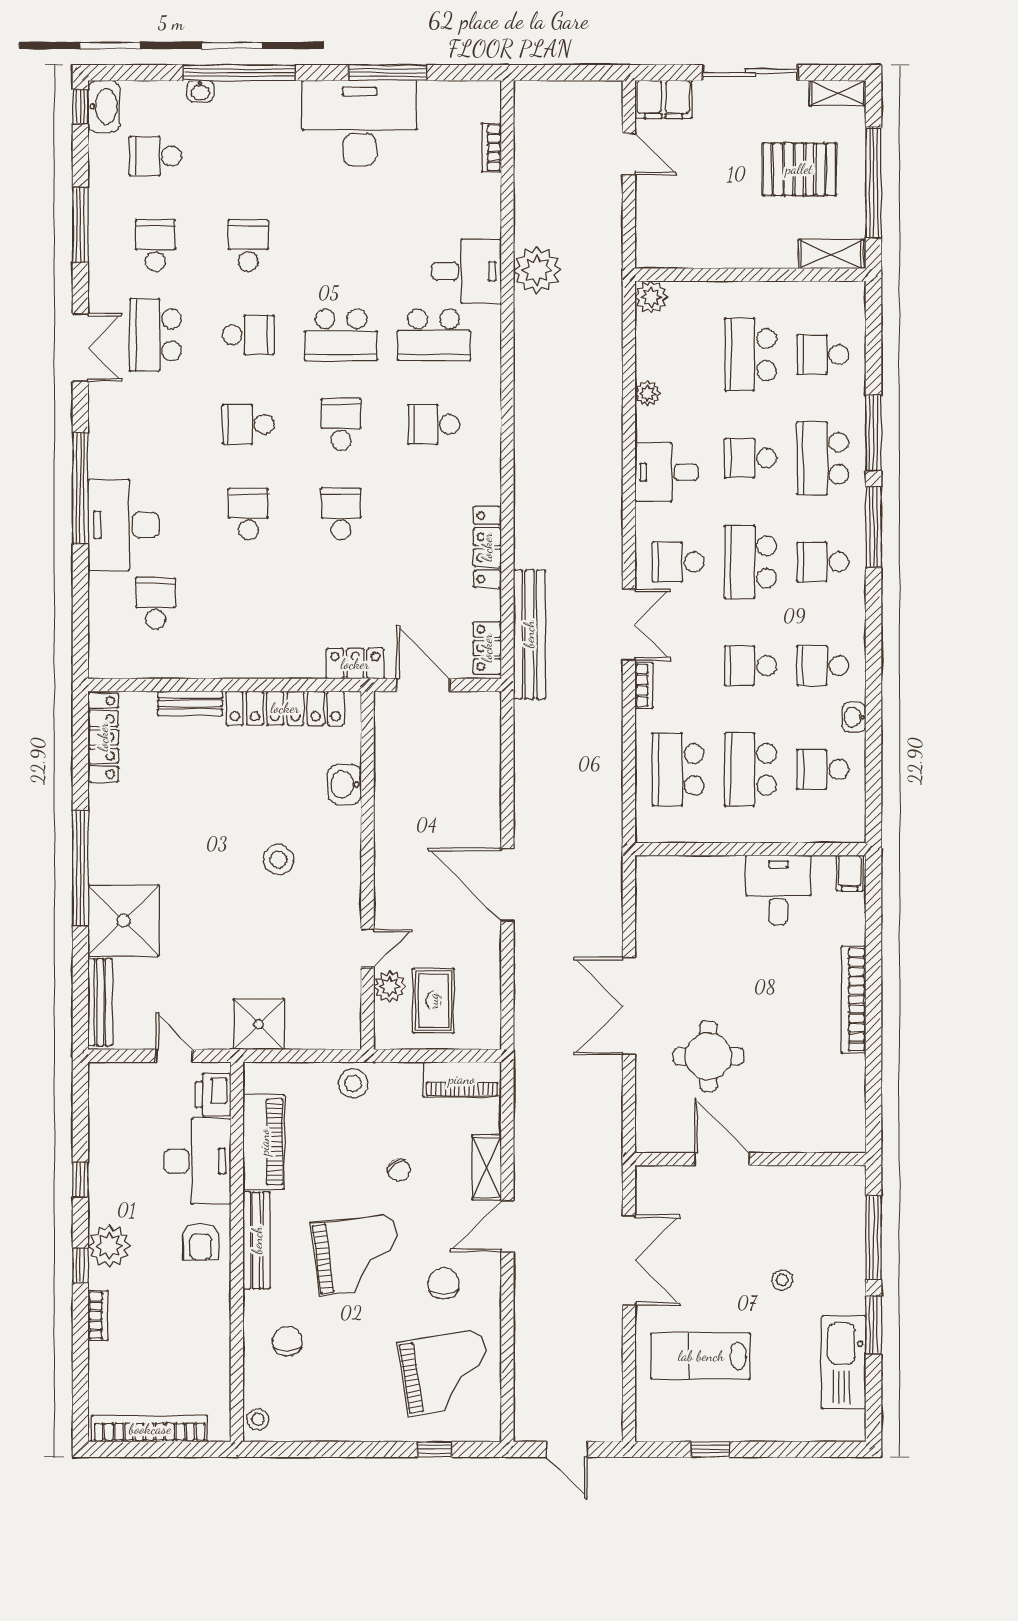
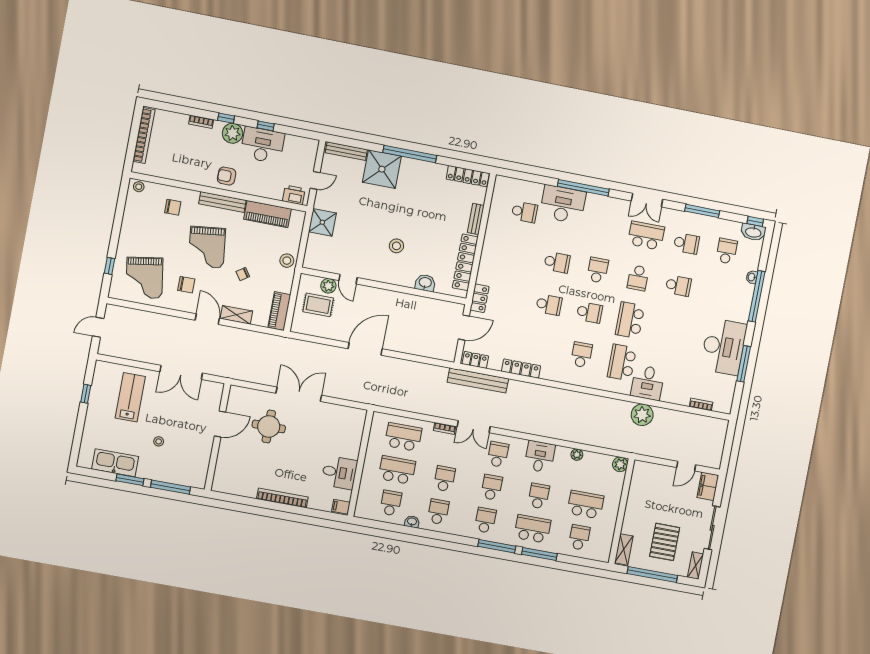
school desk: (750, 562) -> (492, 487), width x0.54
desk: (197, 1161) -> (262, 145), moved, turned 180

